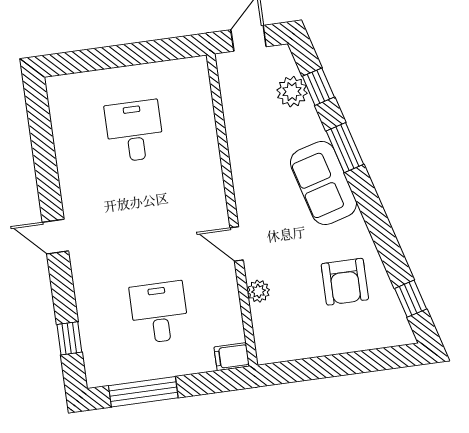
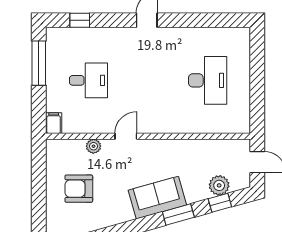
desk: (134, 131) -> (208, 80), width x1.37
armchair: (345, 282) -> (79, 189), moved

